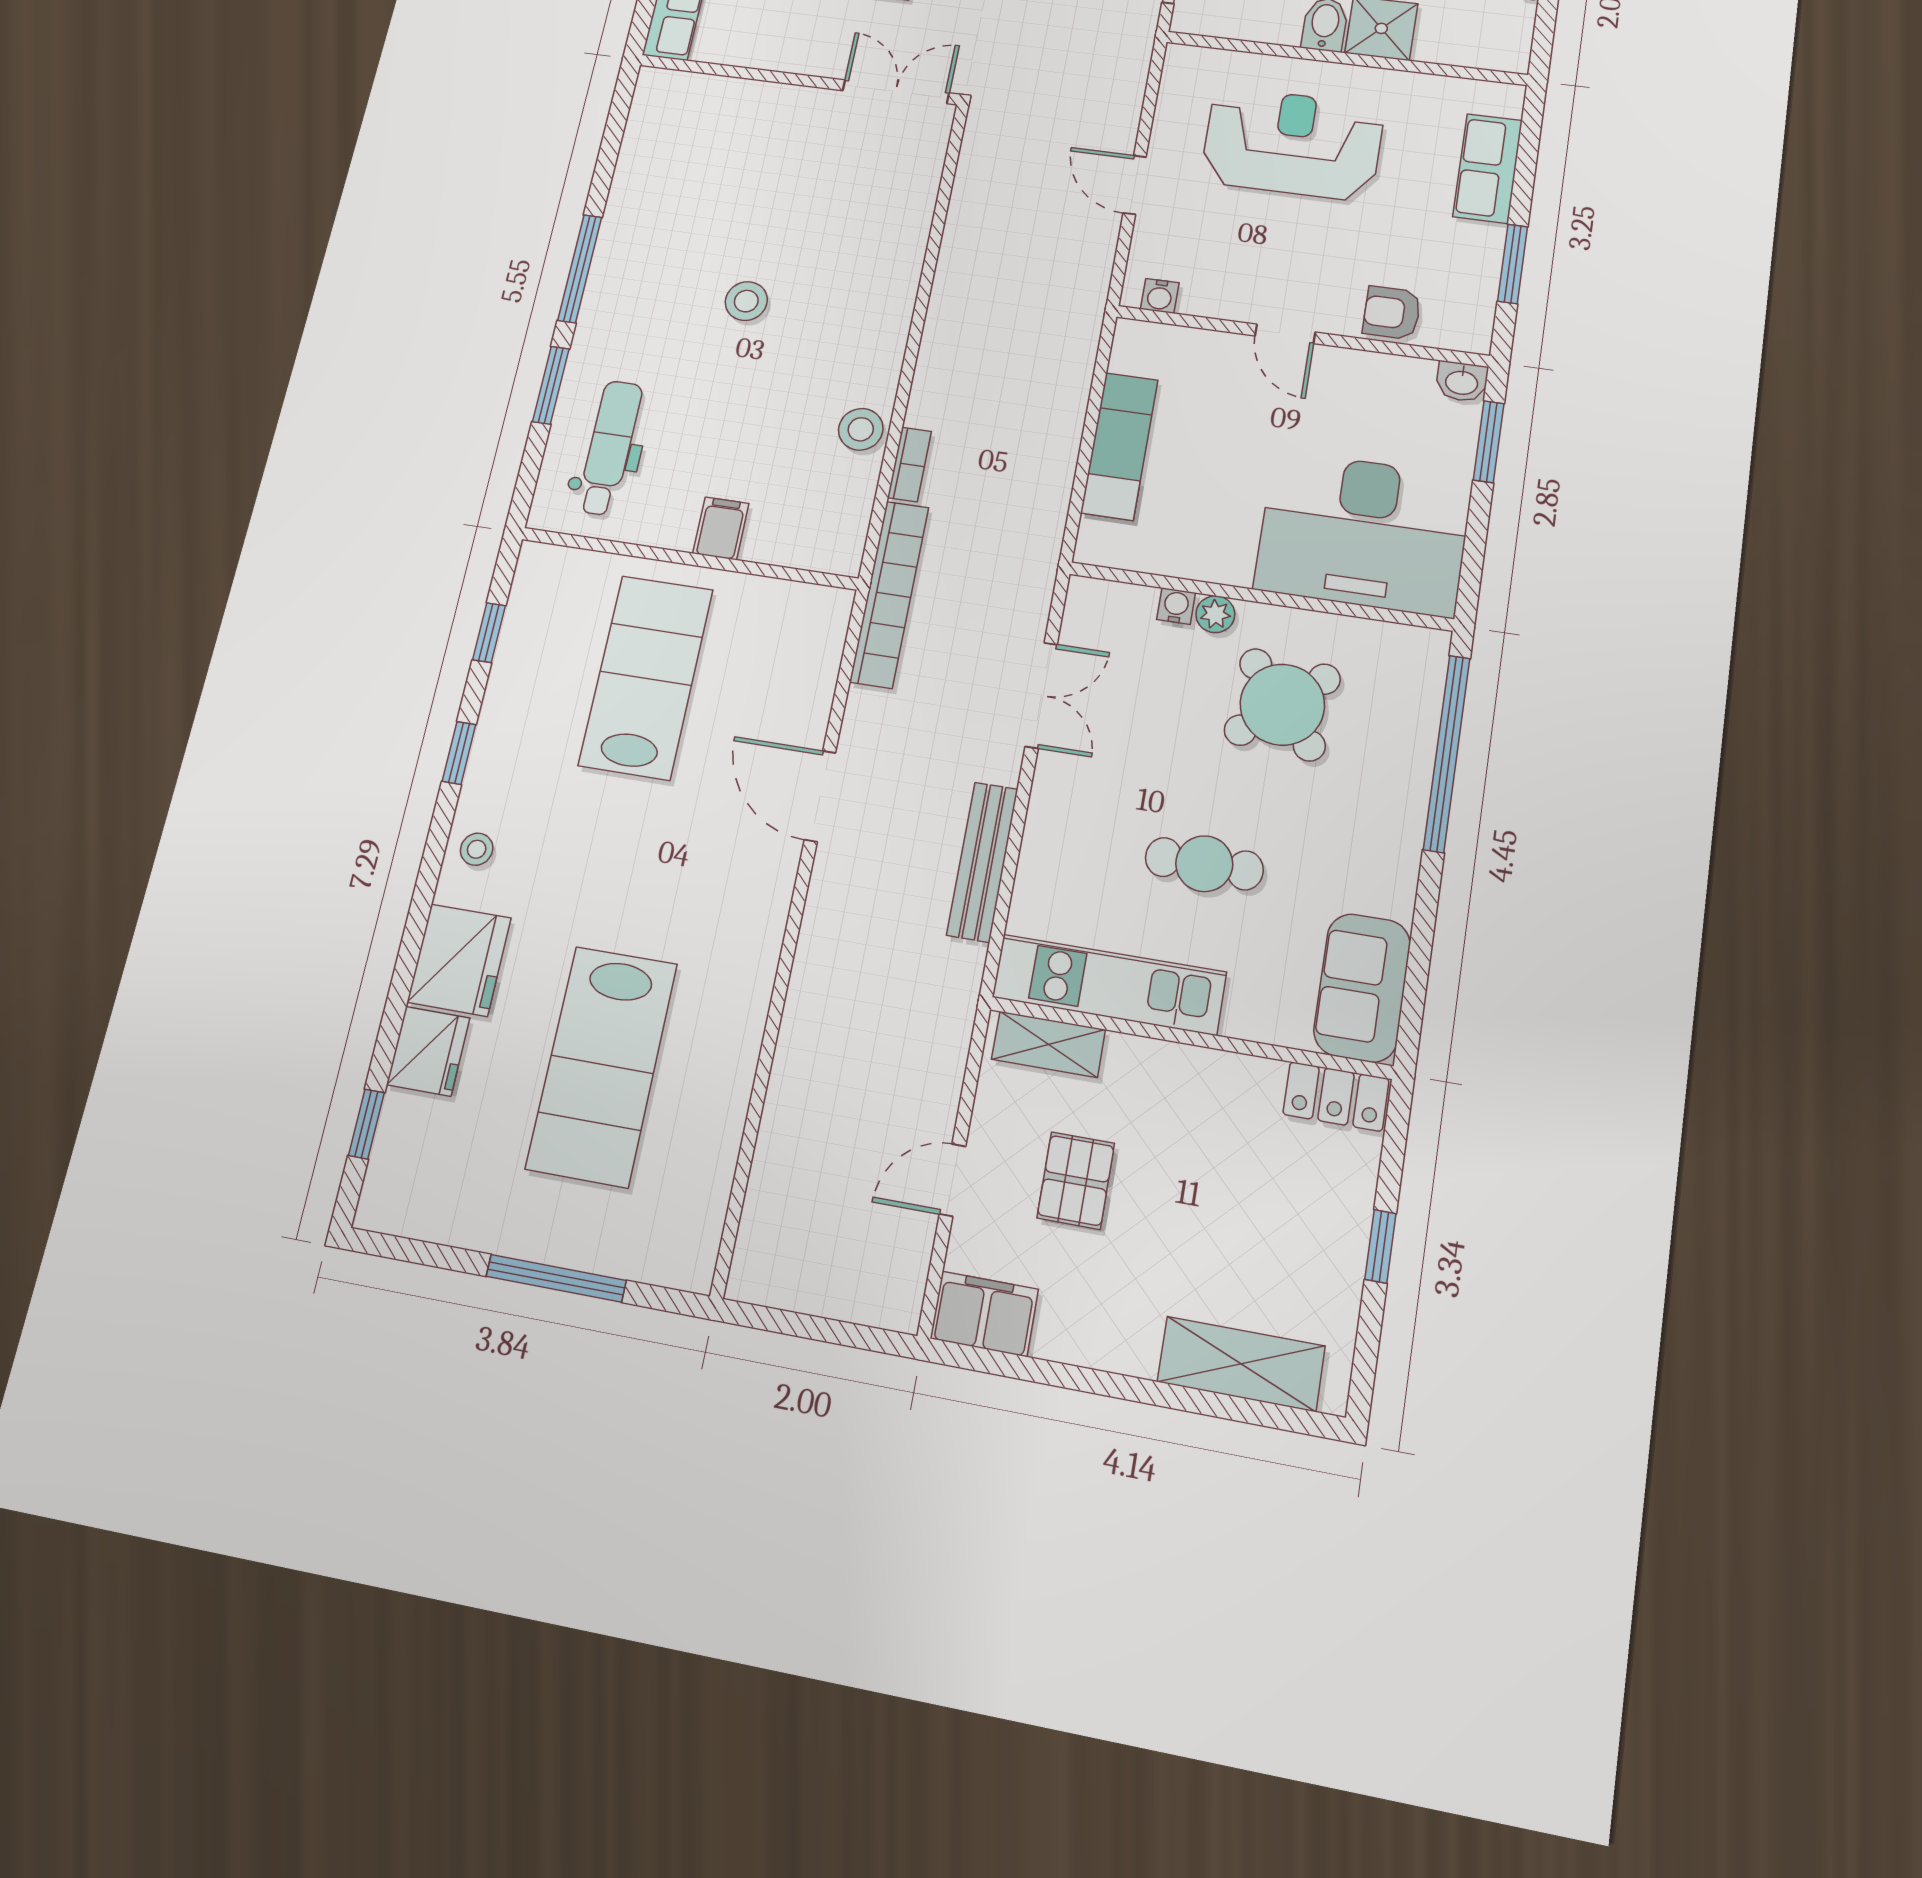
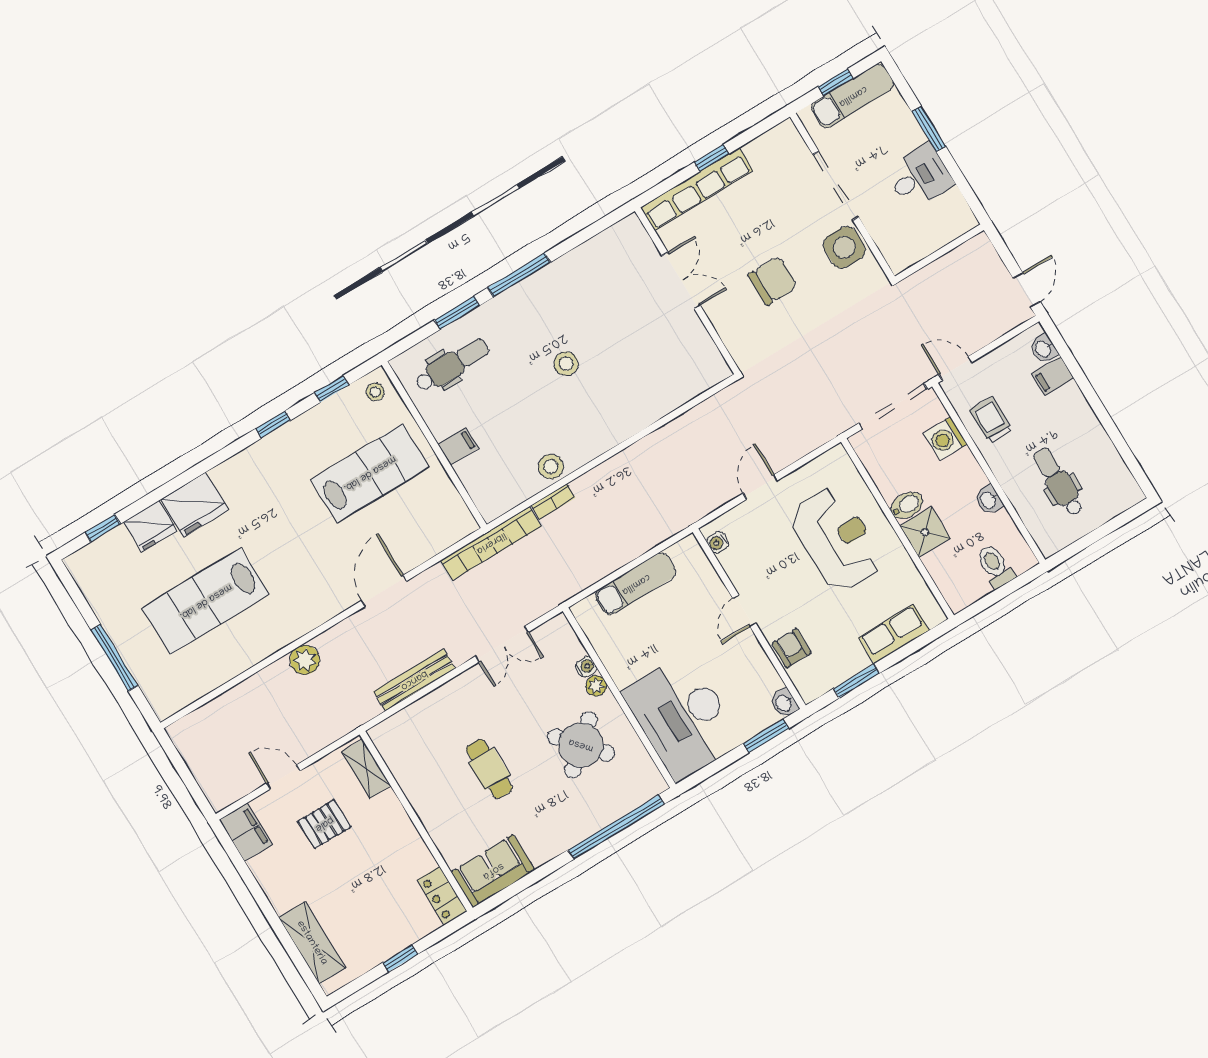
double door: (896, 92) -> (681, 281), moved
stool: (477, 849) -> (375, 392), moved
kitchen unit: (1109, 985) -> (410, 772), removed
plant: (814, 995) -> (305, 660), added

